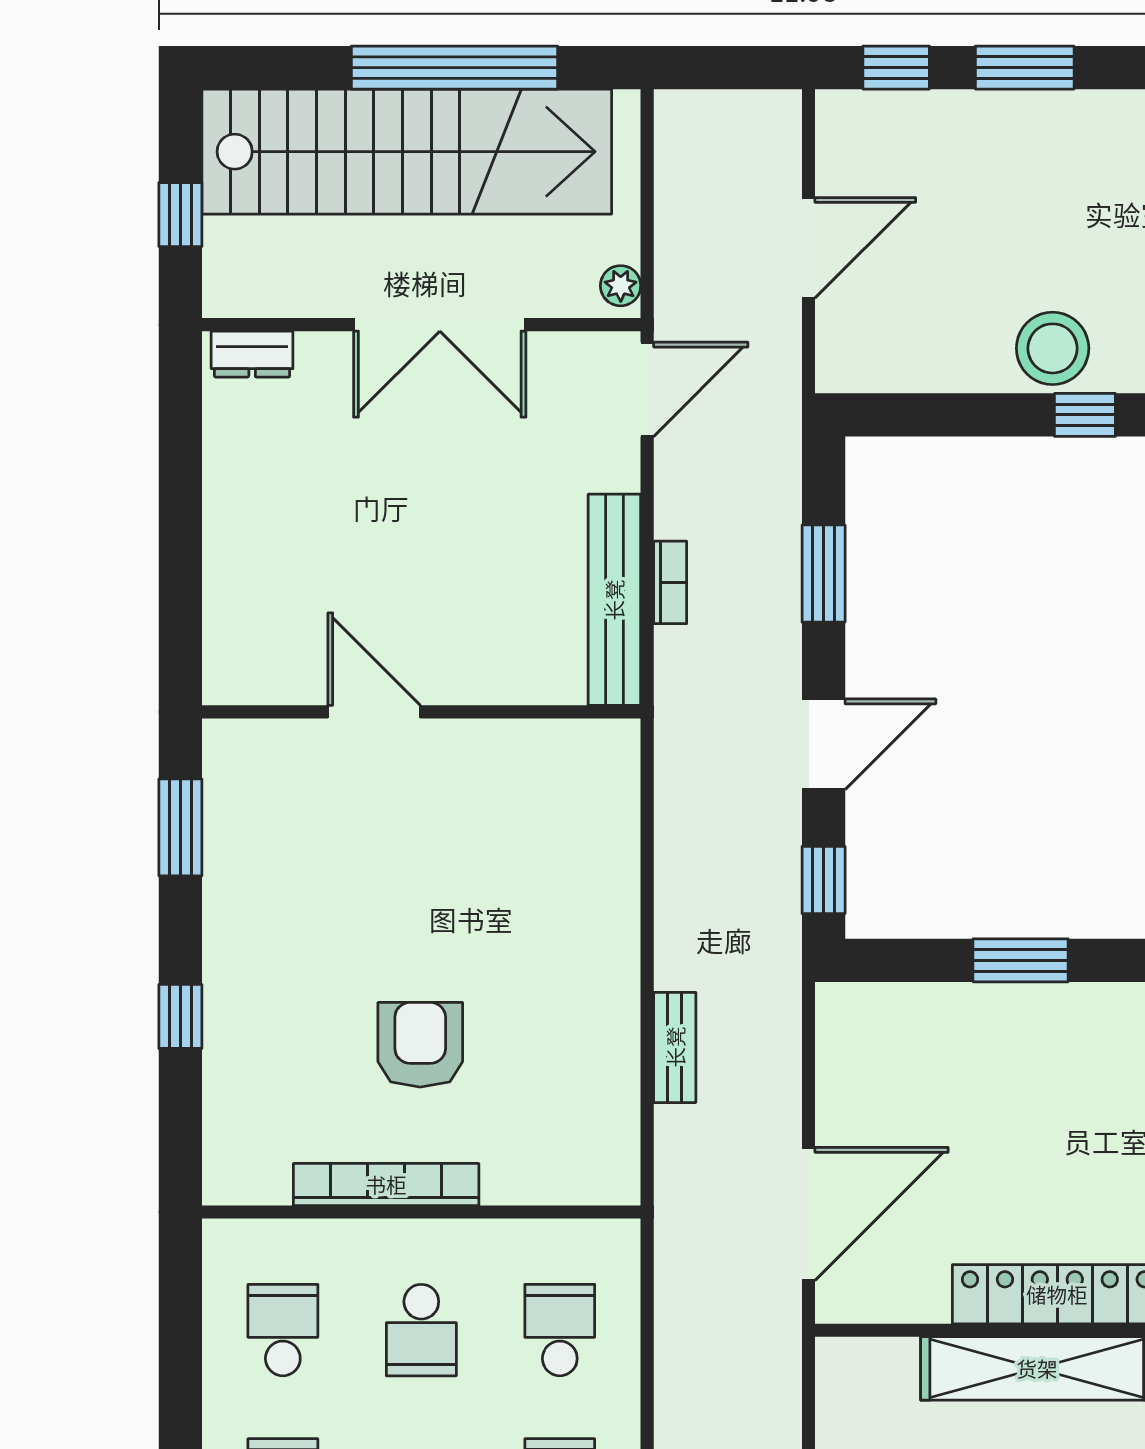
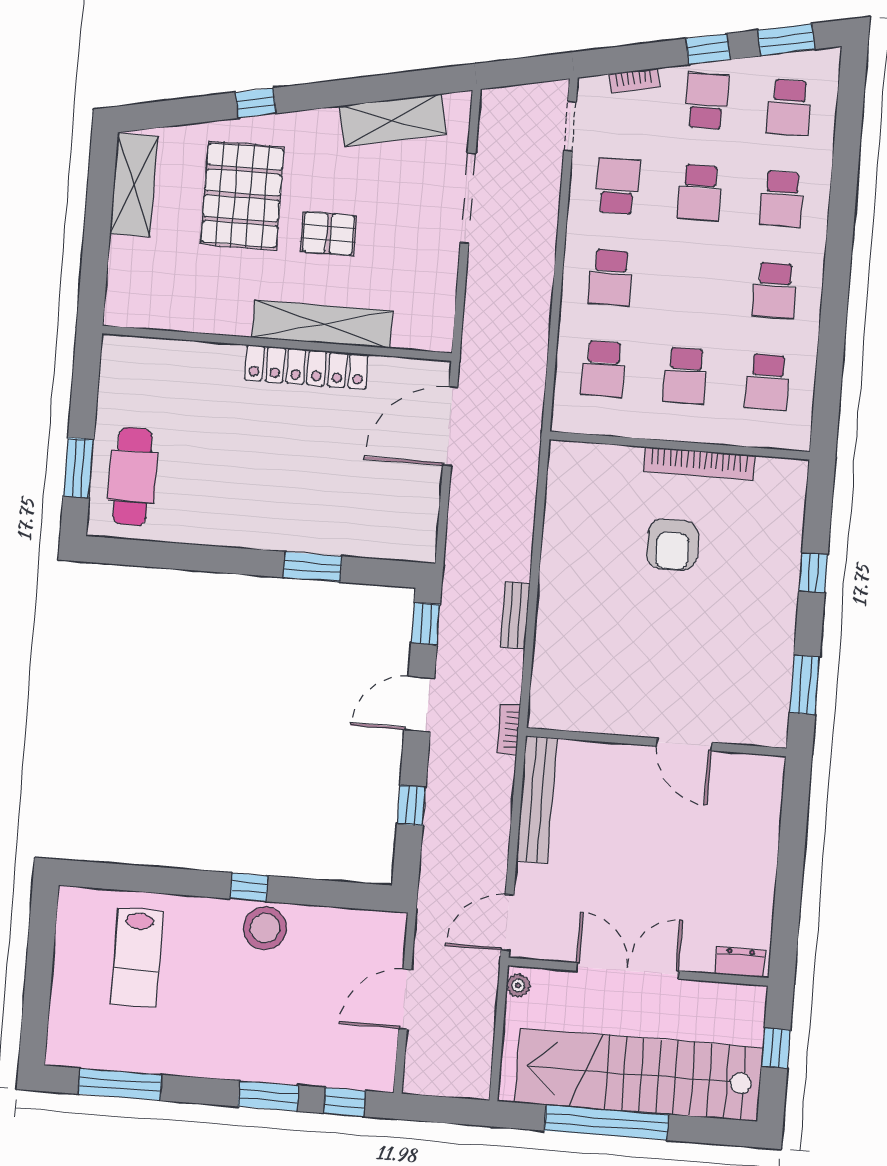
window: (824, 574) -> (411, 805), width x0.67
bookcase: (670, 582) -> (509, 729), moved
bench: (675, 1047) -> (515, 615), moved
school desk: (421, 1330) -> (685, 376), turned 180

